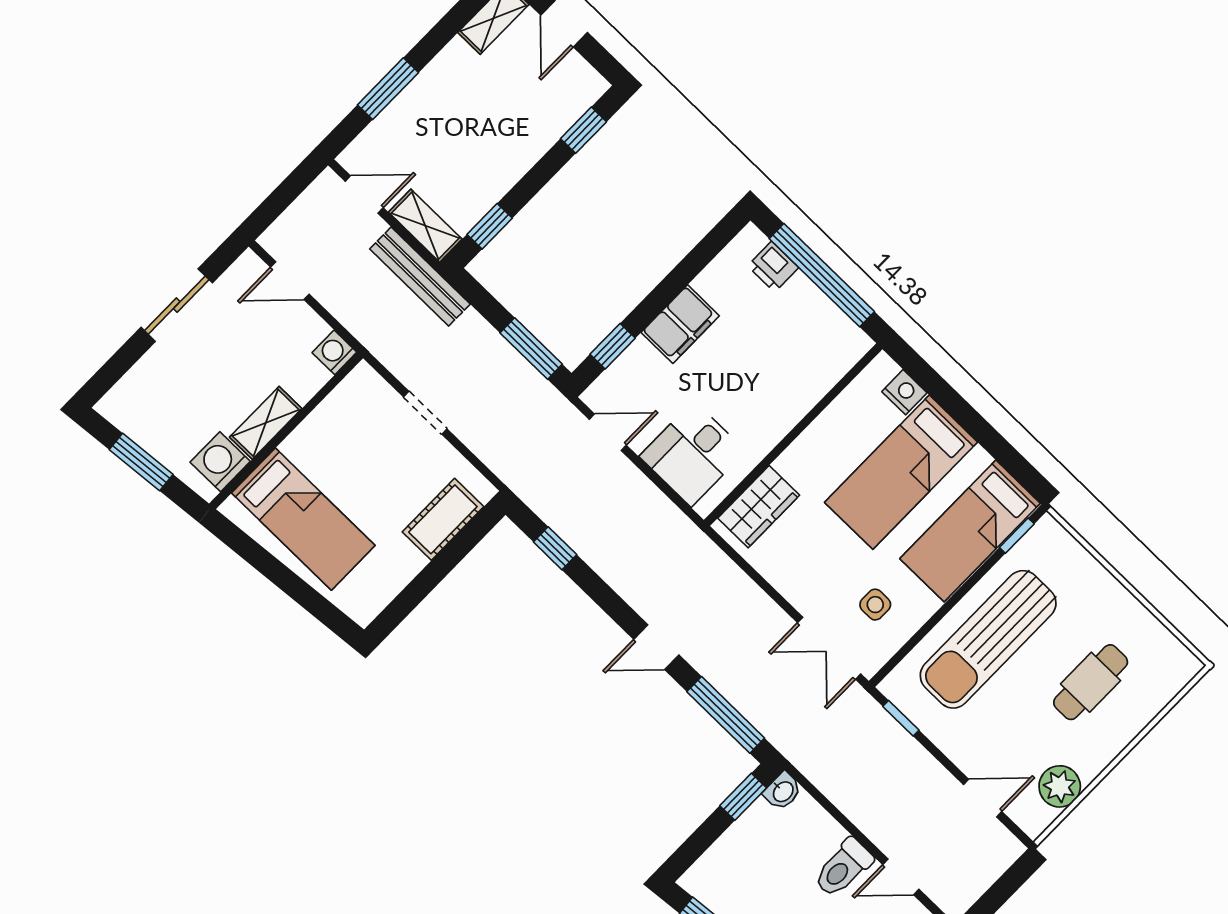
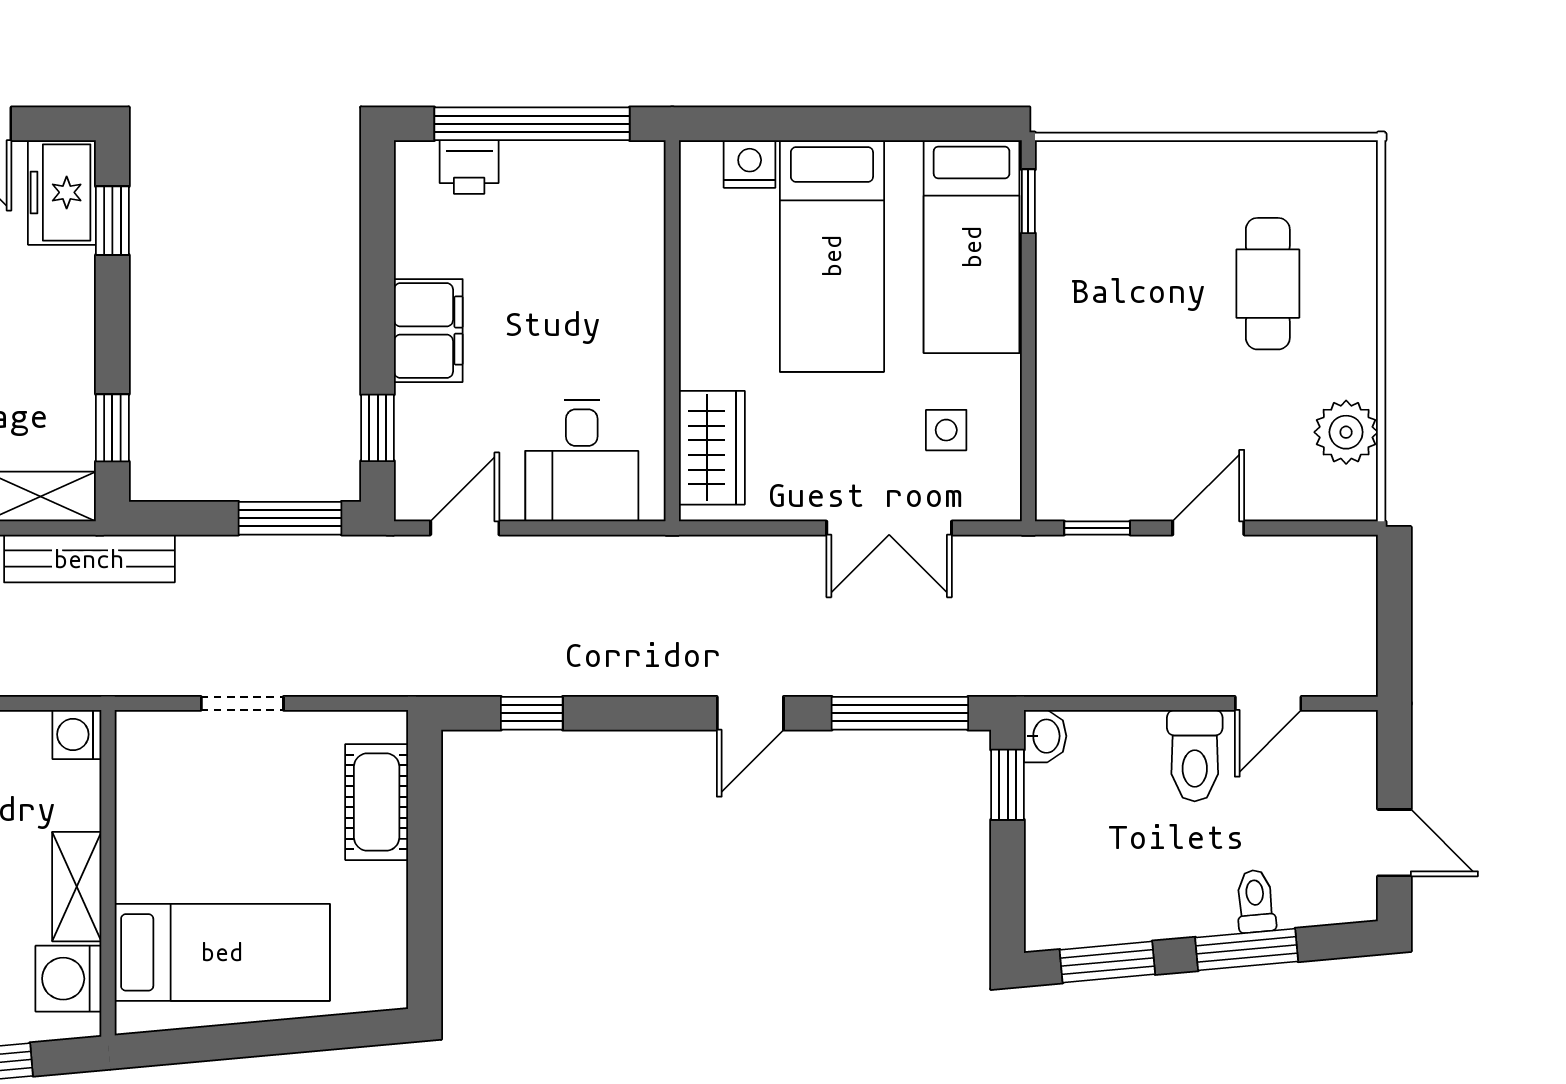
freezer: (573, 94) -> (62, 192), added
sun lounger: (988, 639) -> (1108, 347), removed
double door: (829, 648) -> (889, 528), moved
door: (983, 798) -> (1208, 528), moved

